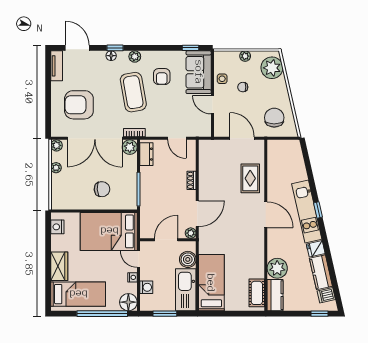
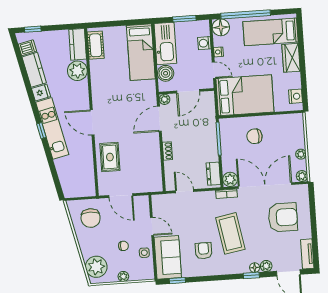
plant: (135, 57) -> (266, 266), moved

